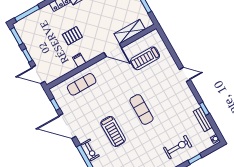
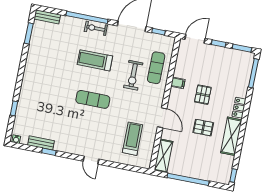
pallet: (95, 16) -> (203, 128), added
shelving: (130, 32) -> (163, 156), moved
door: (113, 50) -> (162, 118), swing flipped
door: (185, 74) -> (91, 160), hinge flipped
exercise bike: (178, 147) -> (133, 75), moved

